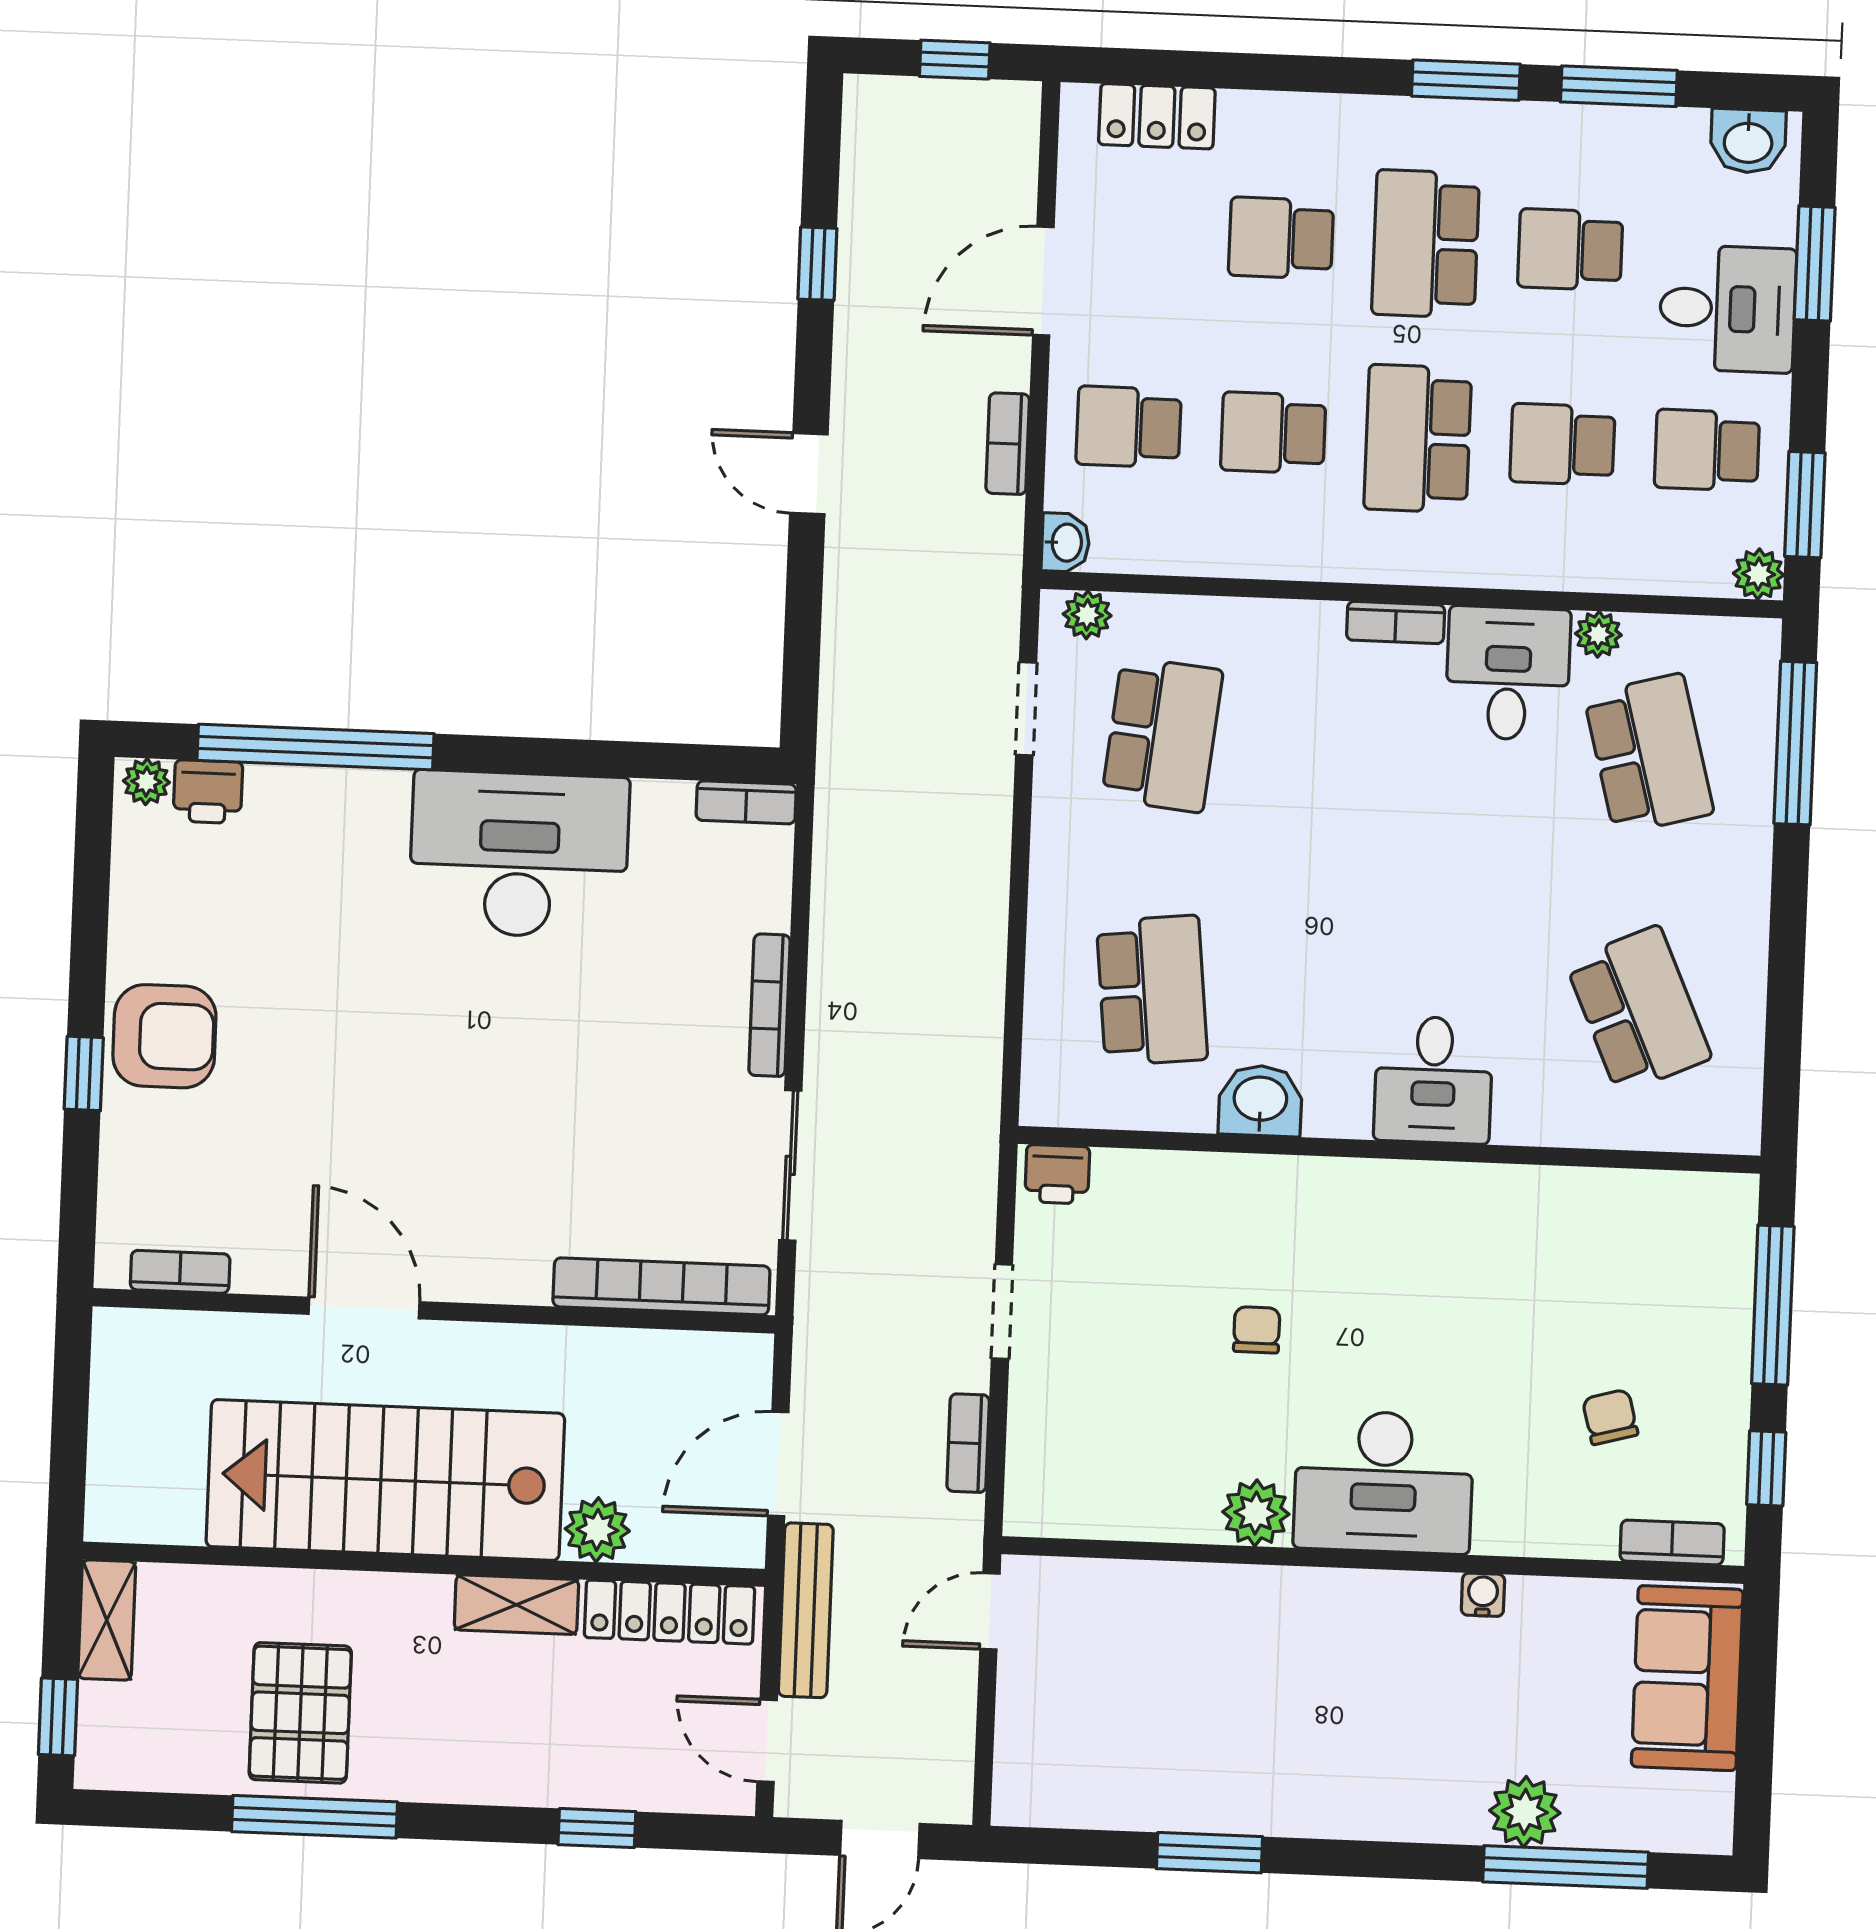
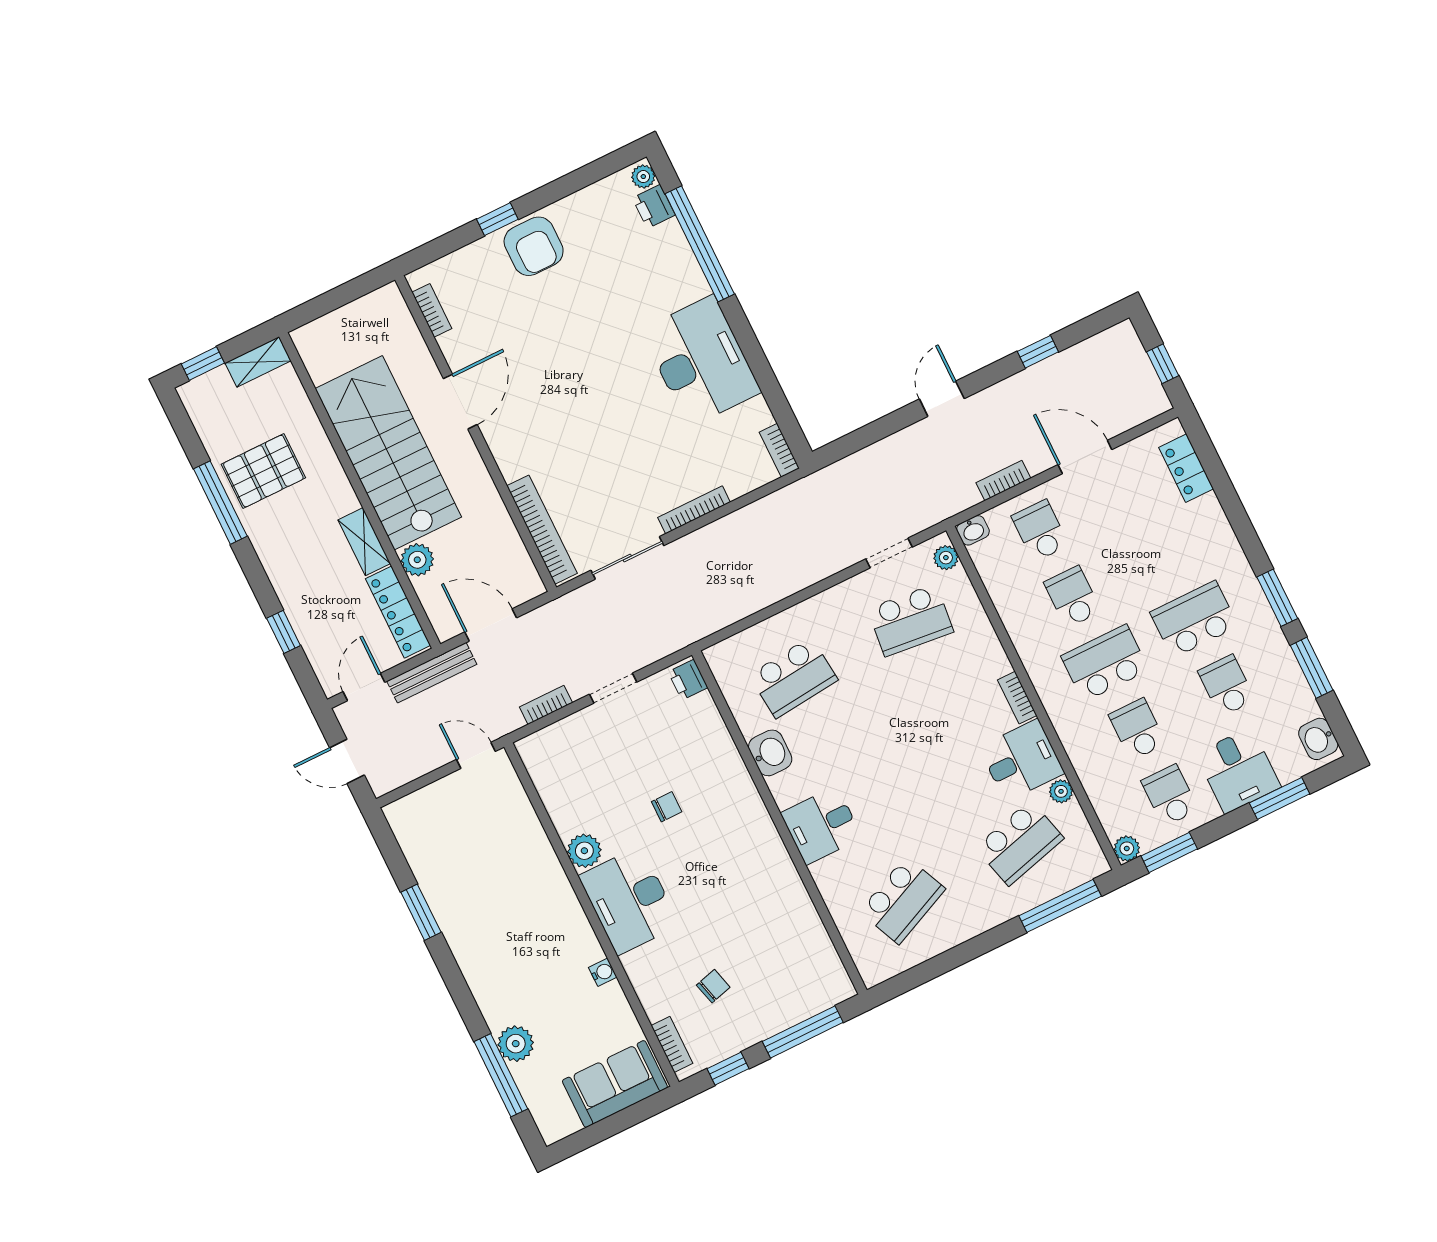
school desk: (1281, 238) -> (1162, 553), removed

